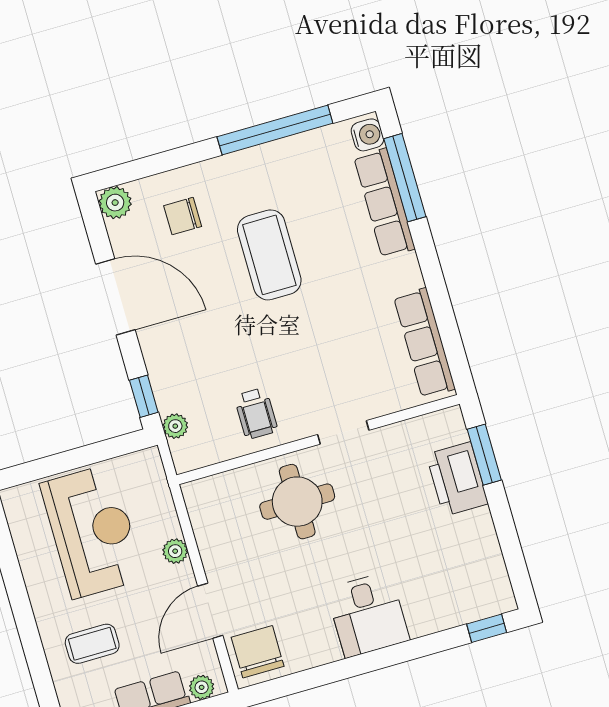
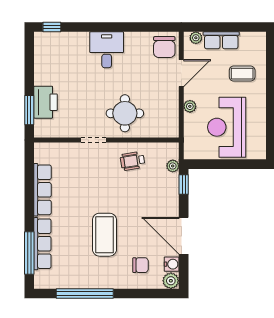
water cooler: (367, 135) -> (172, 264), moved, turned 180
row of seats: (424, 343) -> (42, 190), moved
wheelchair: (256, 413) -> (132, 161), turned -99

